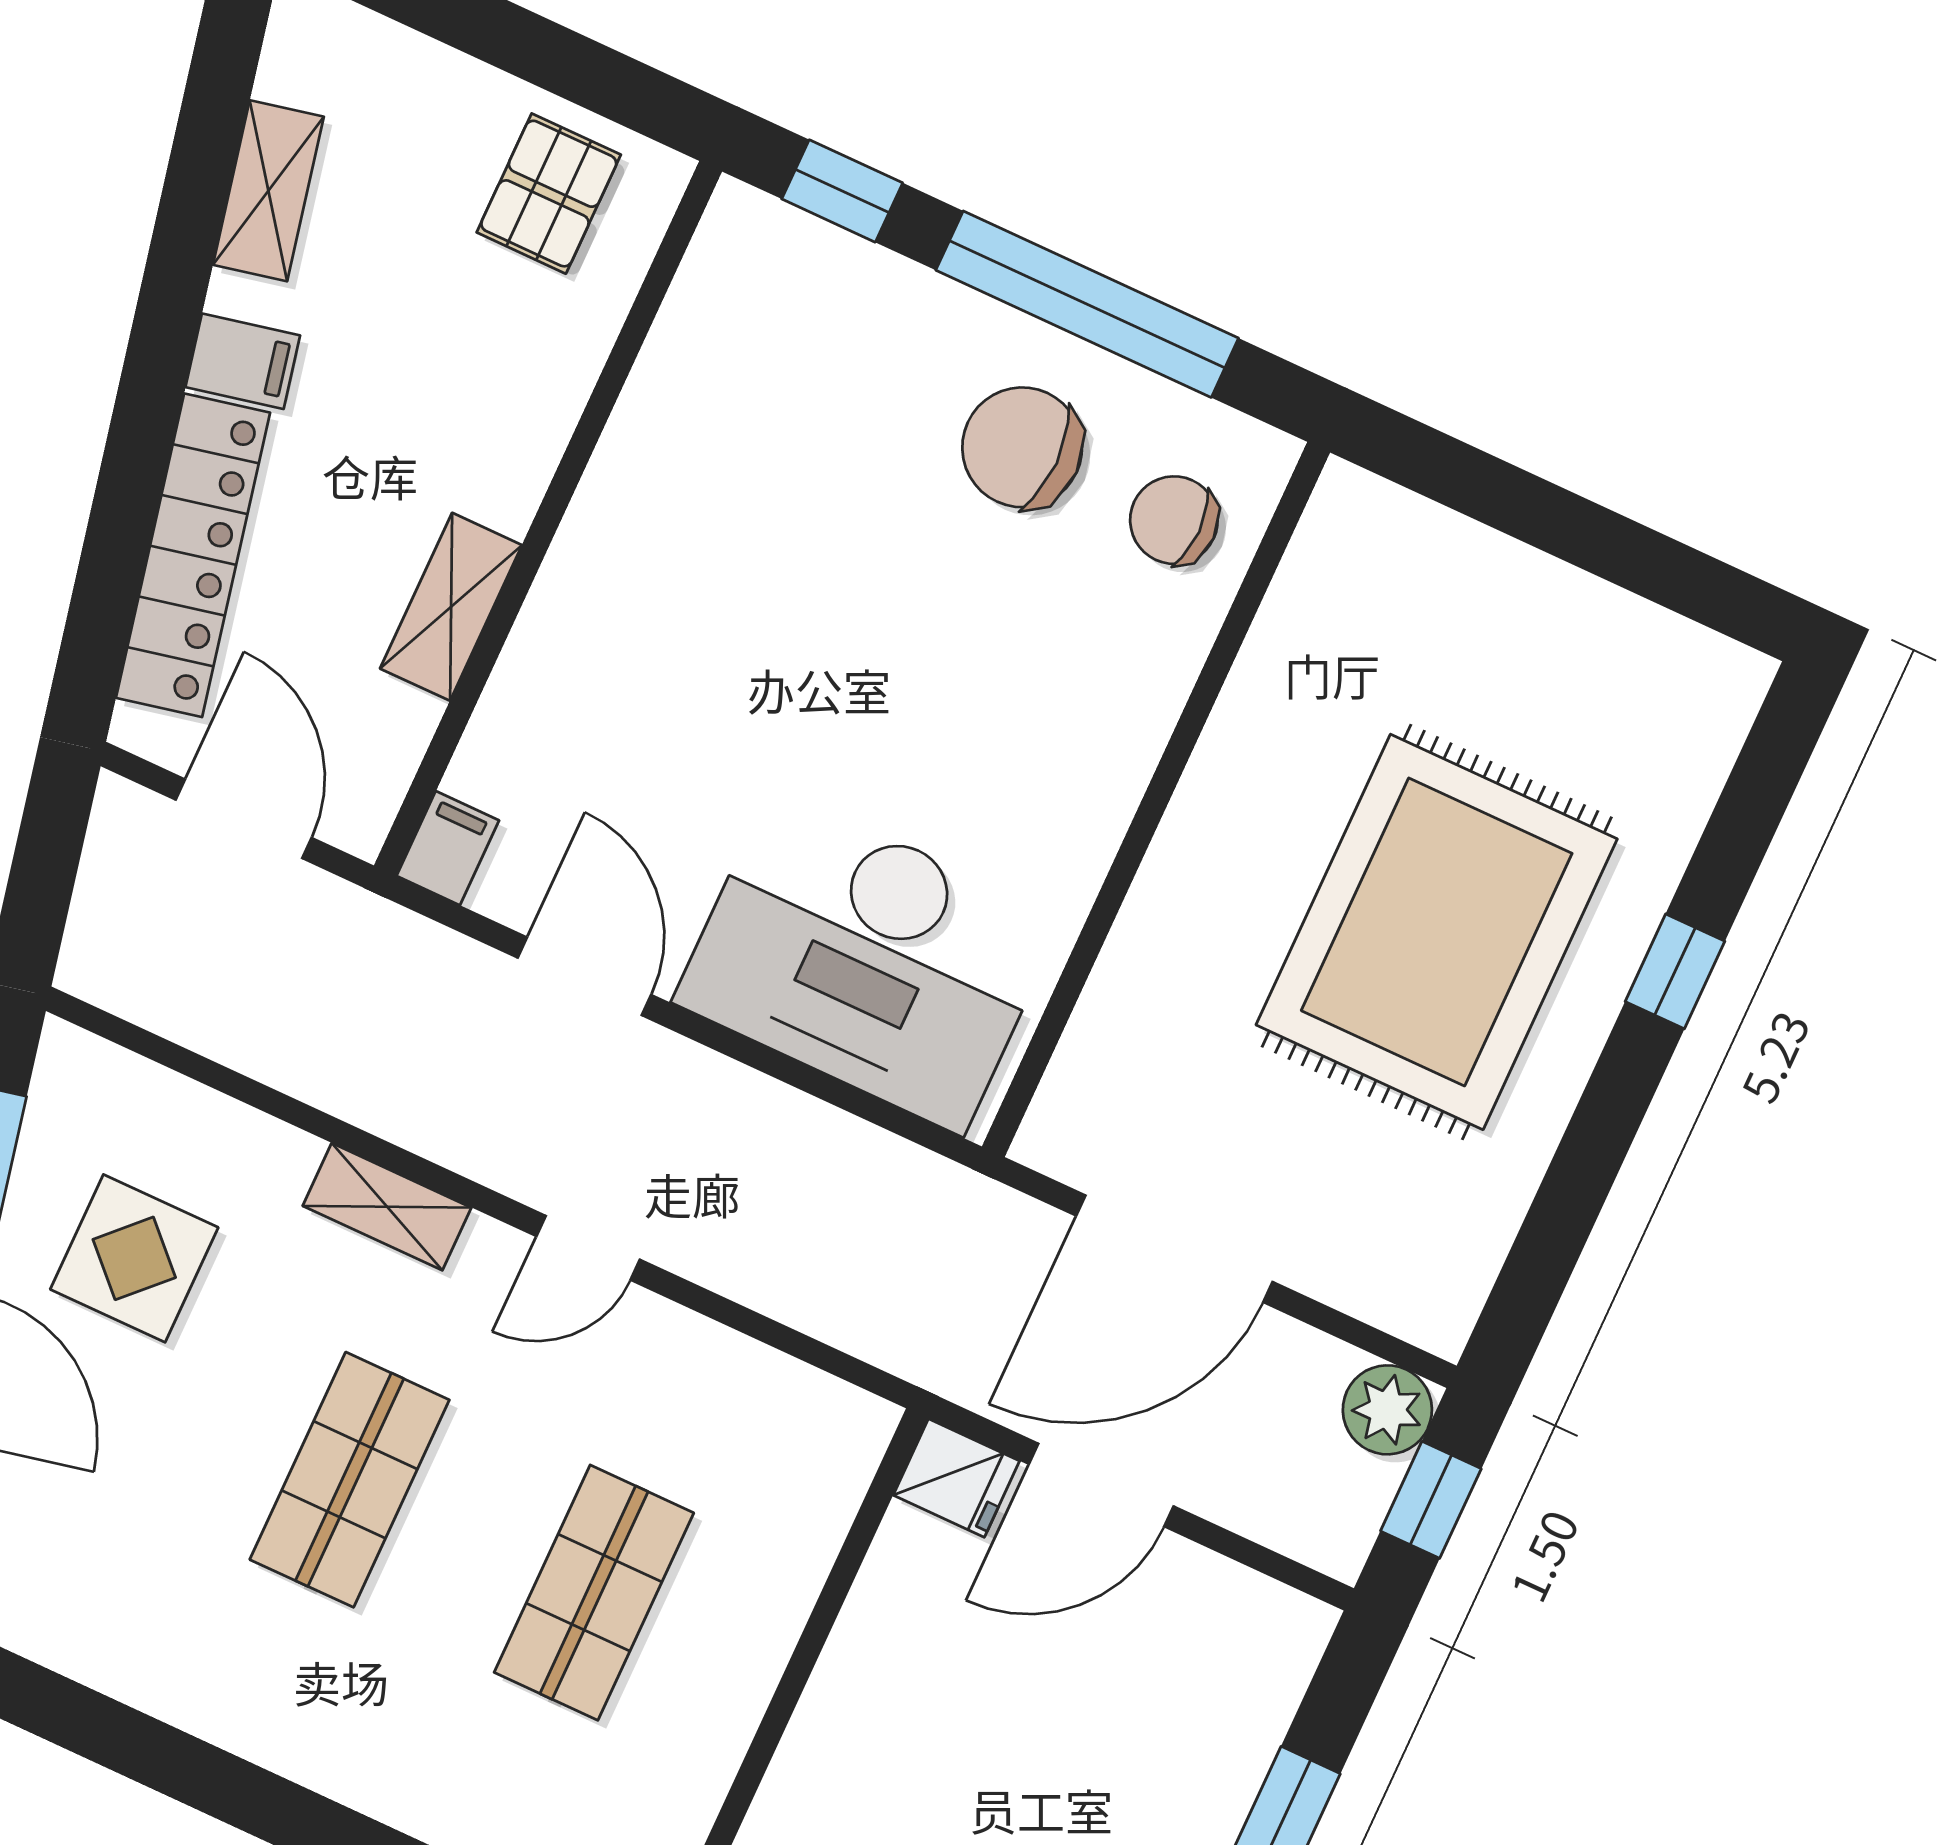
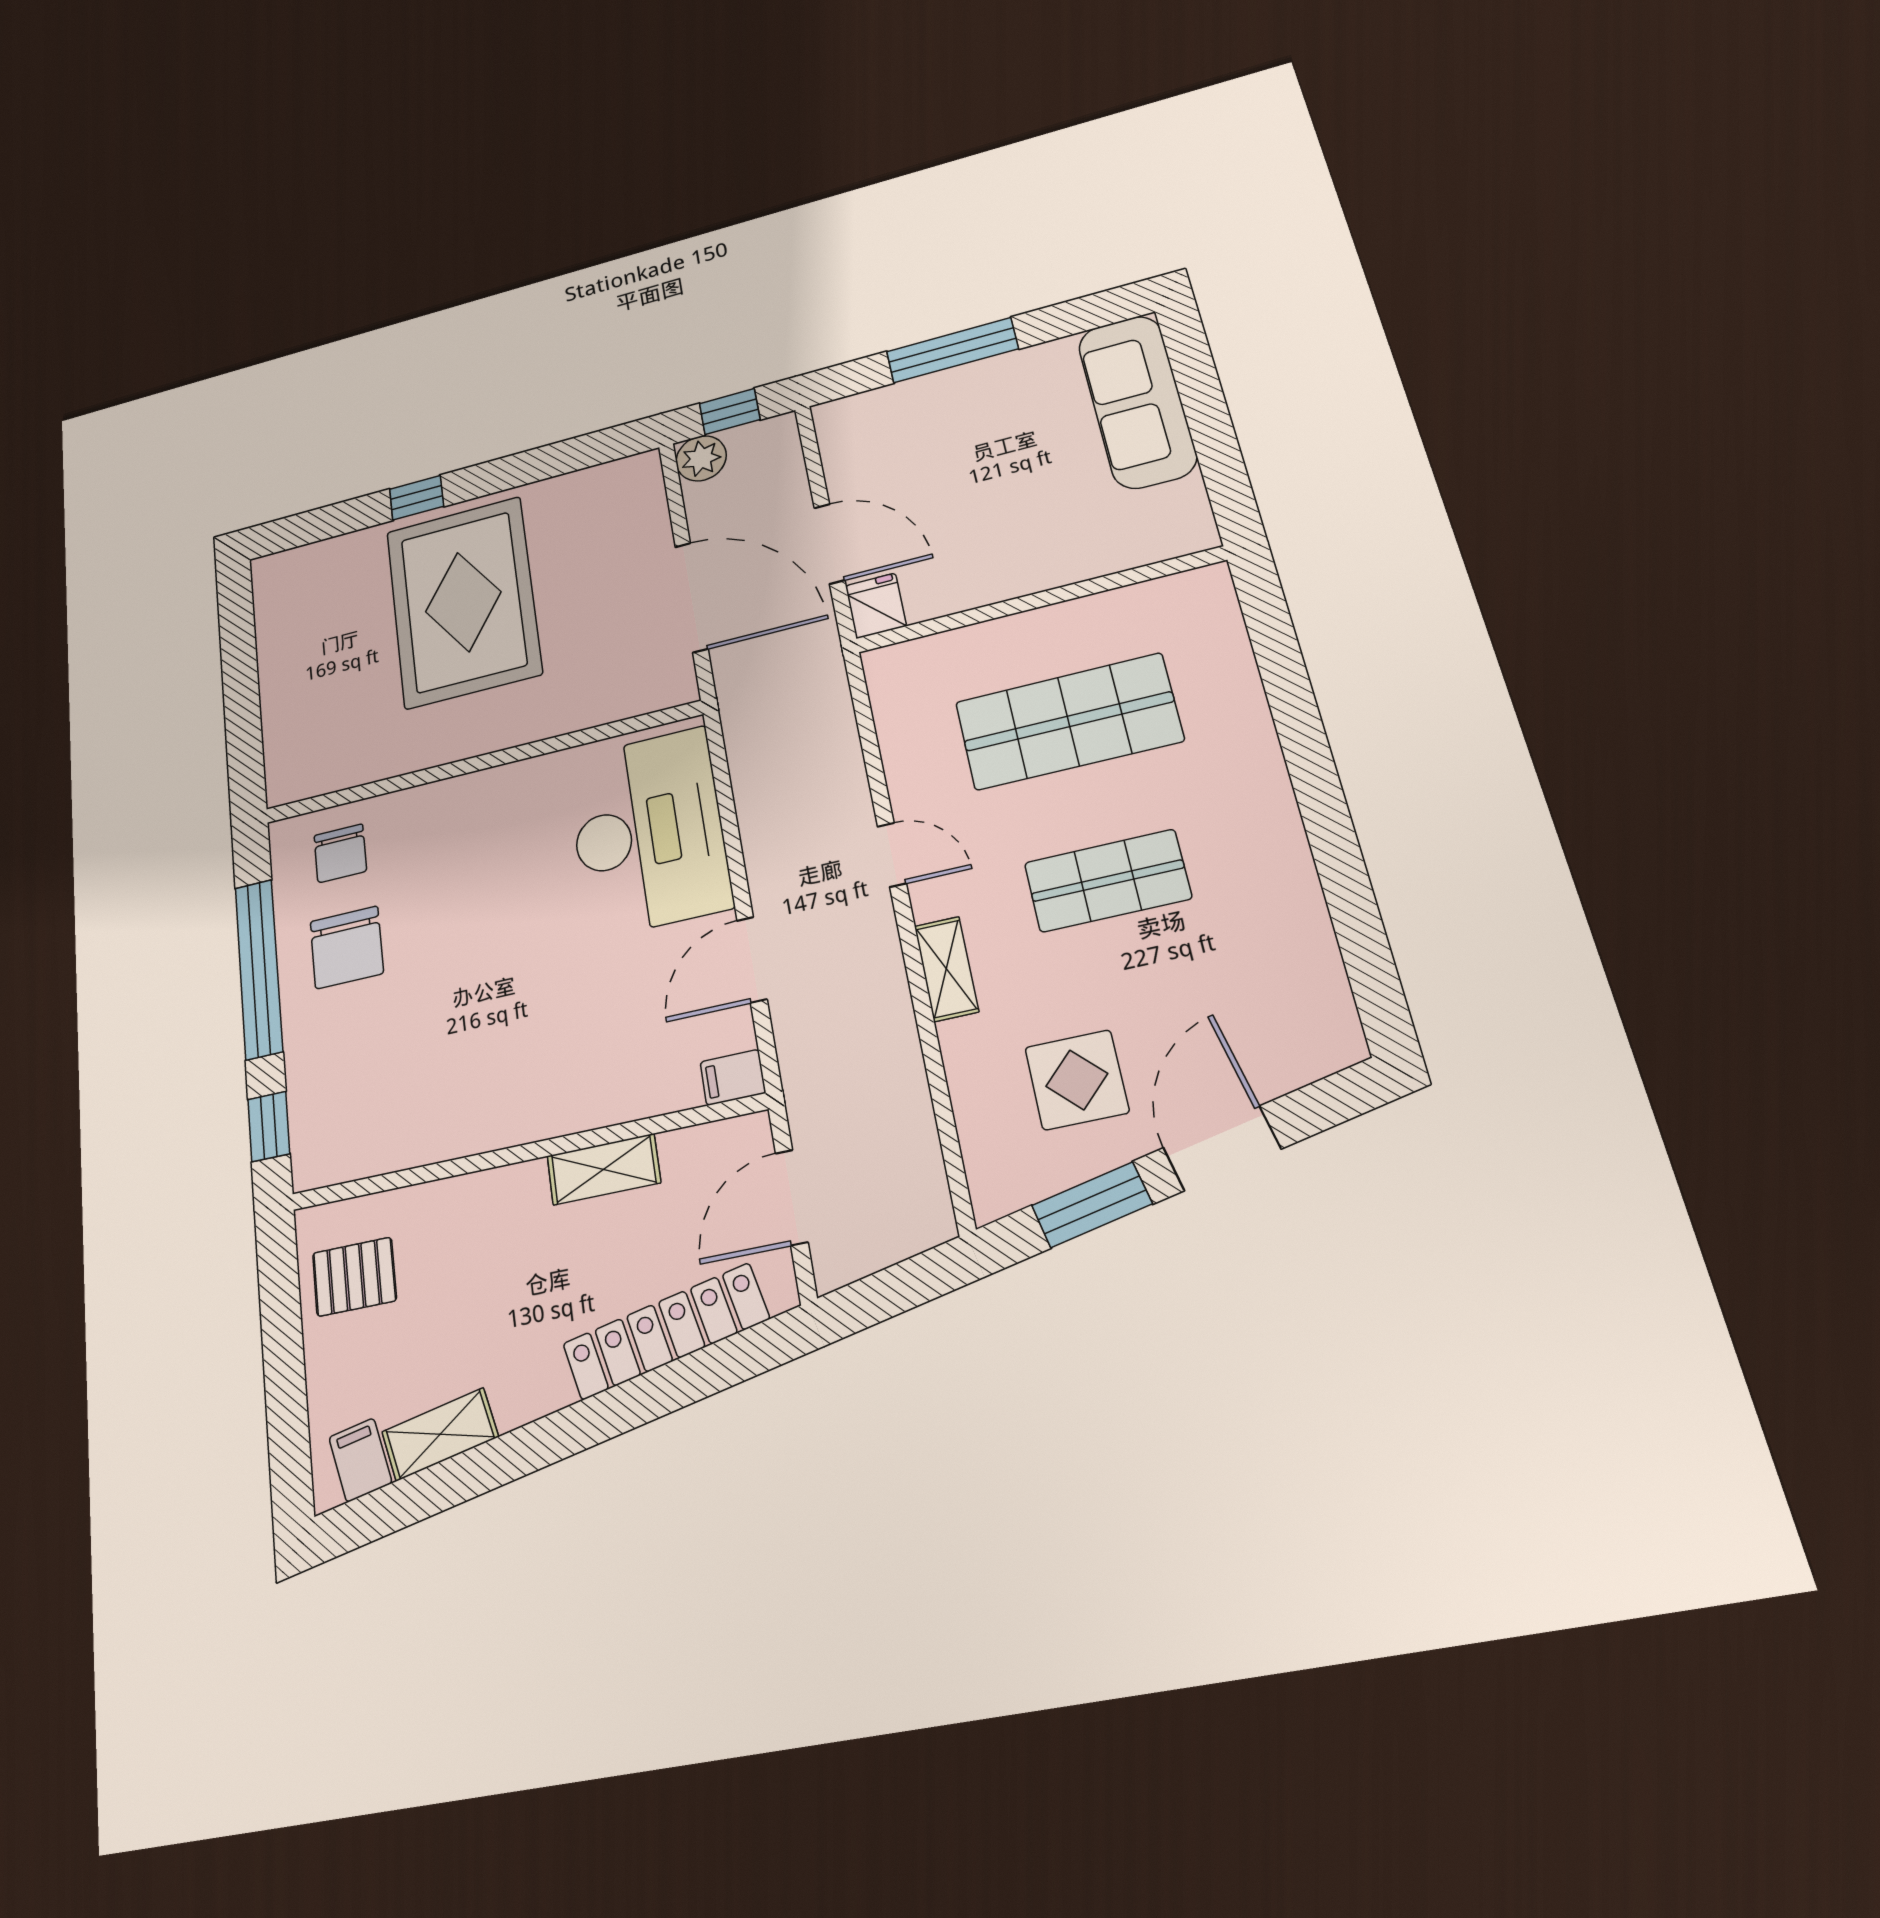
filing cabinet: (243, 361) -> (360, 1460), moved
rug: (1437, 932) -> (463, 602), turned 90
shop shelf: (594, 1593) -> (1068, 721), width x1.43, depth x1.36

